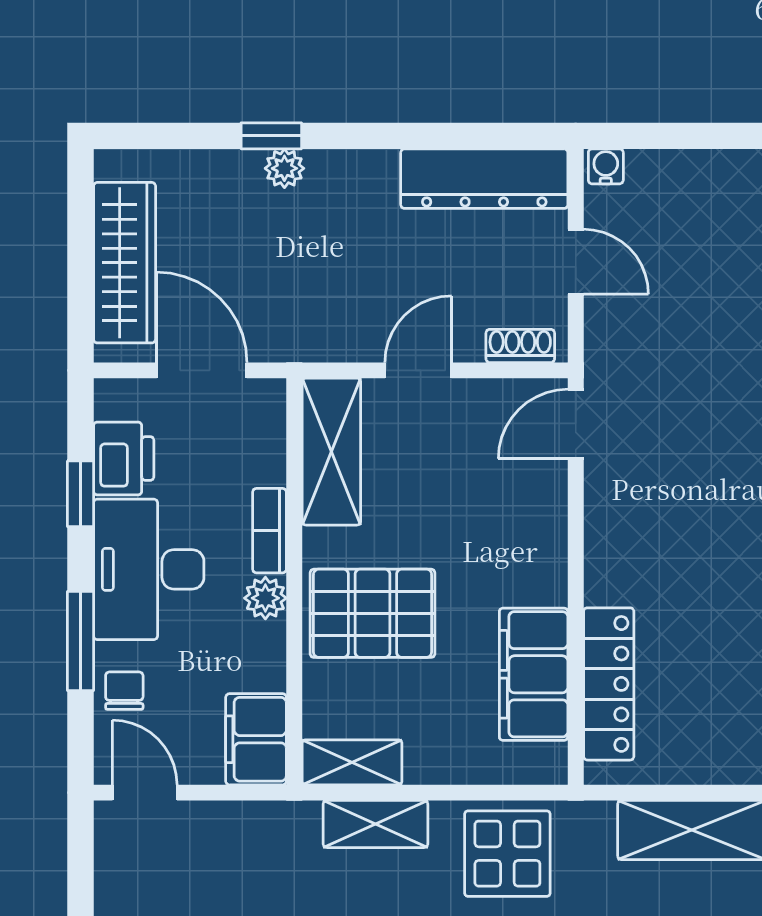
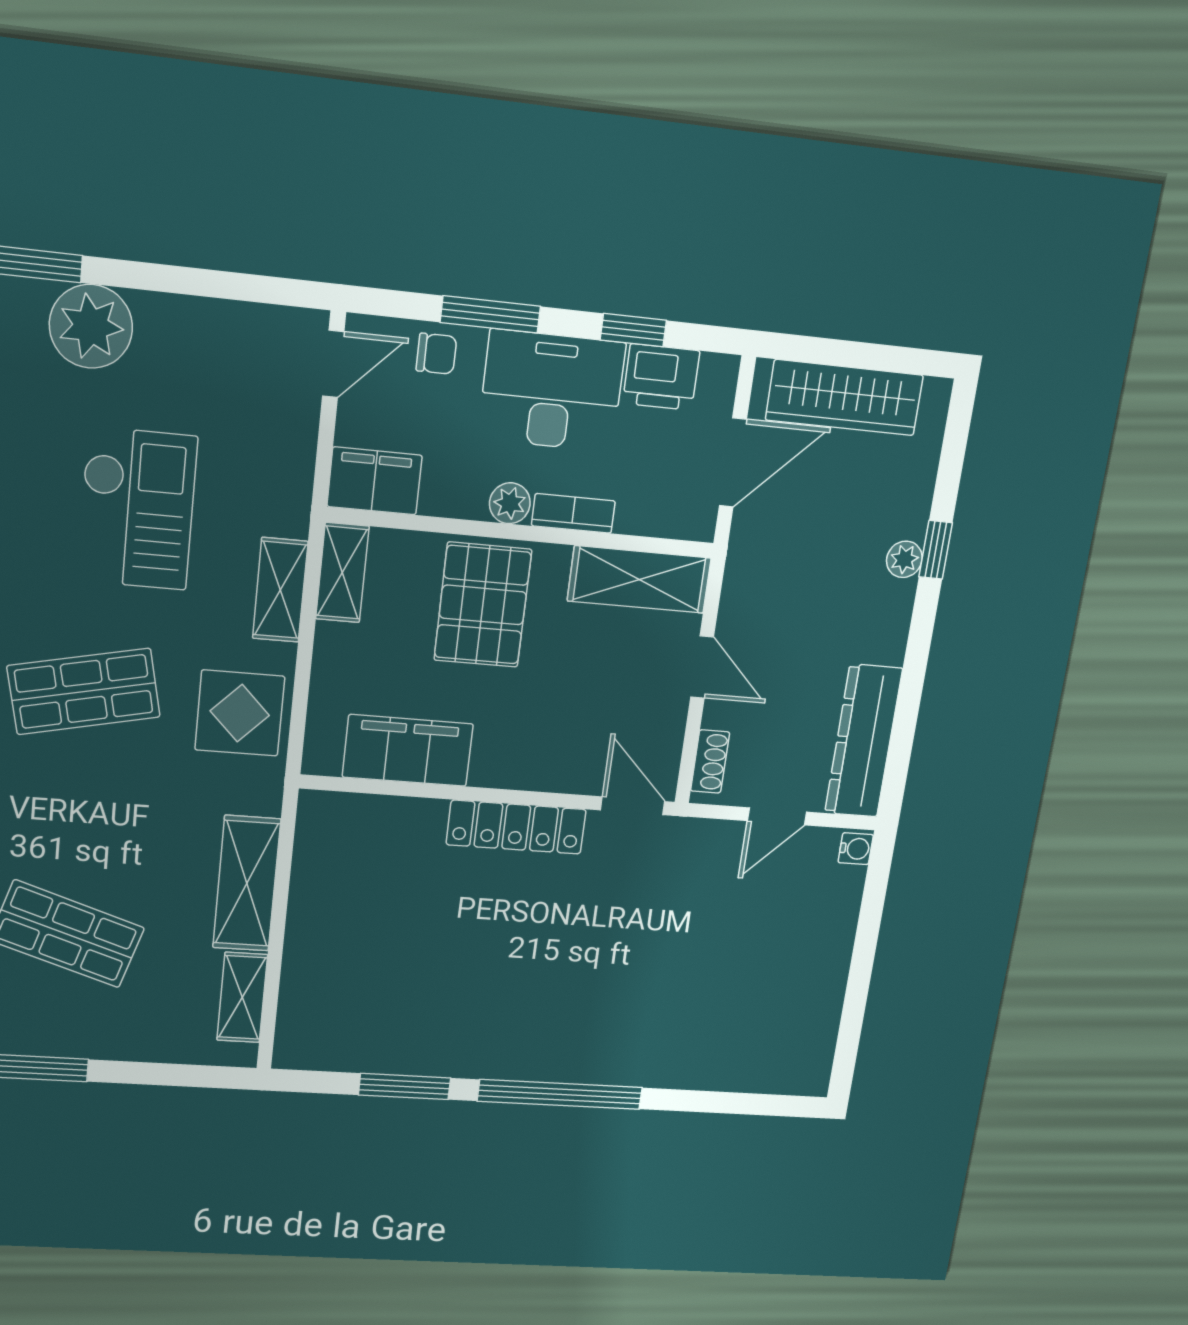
locker: (609, 684) -> (516, 827), moved

